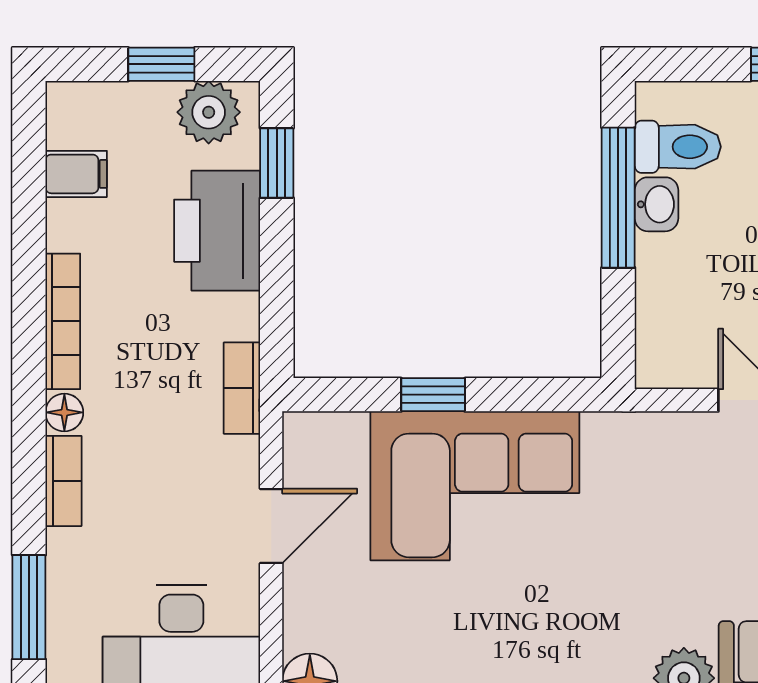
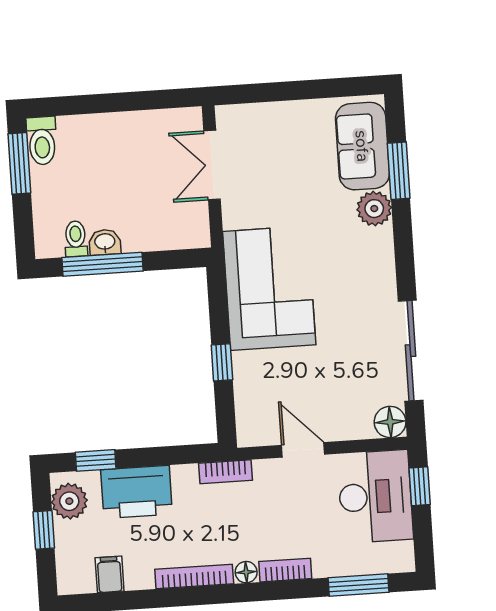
toilet: (678, 147) -> (76, 239), width x0.73, depth x0.72
corner sofa: (475, 486) -> (269, 288), moved

